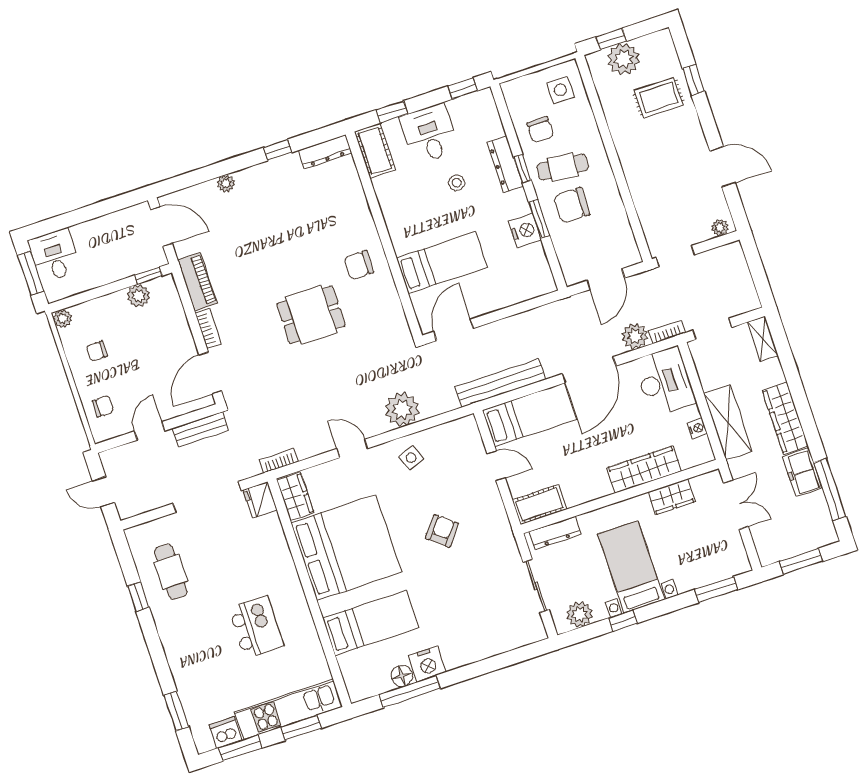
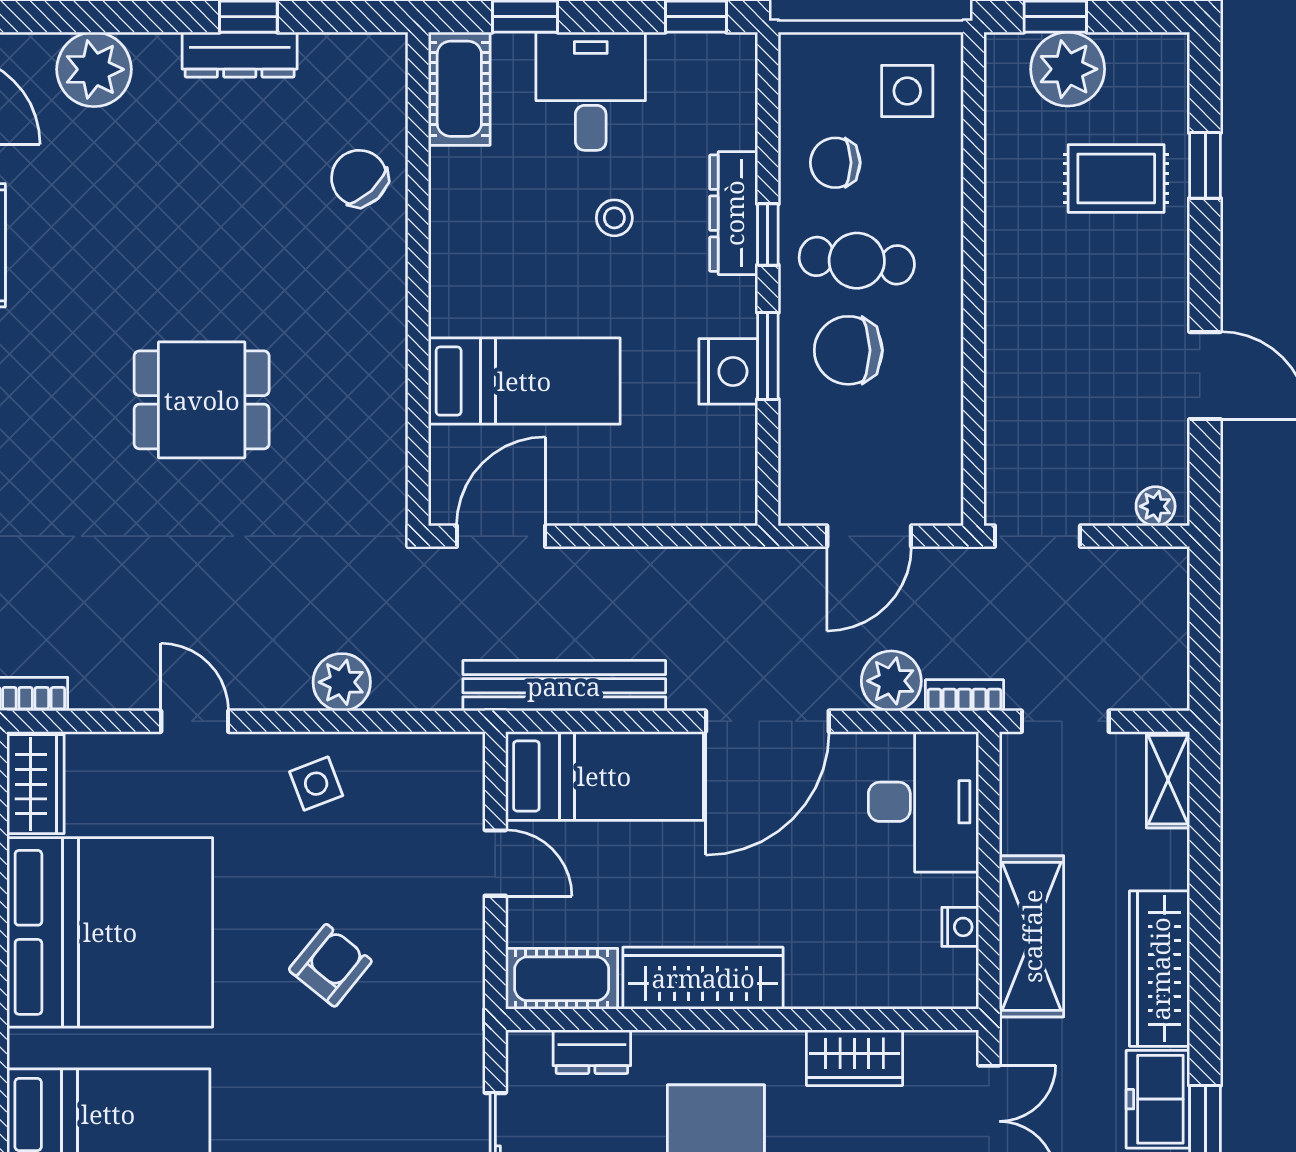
chair: (540, 130) -> (835, 163), turned 90
dresser: (325, 152) -> (240, 55), moved
plant: (226, 183) -> (94, 69), width x1.87, depth x1.87
chair: (359, 265) -> (359, 178), moved, turned 47
plant: (402, 409) -> (342, 682), width x0.73, depth x0.73
wardrobe: (644, 470) -> (703, 978), moved
dresser: (555, 533) -> (592, 1052), width x0.70

